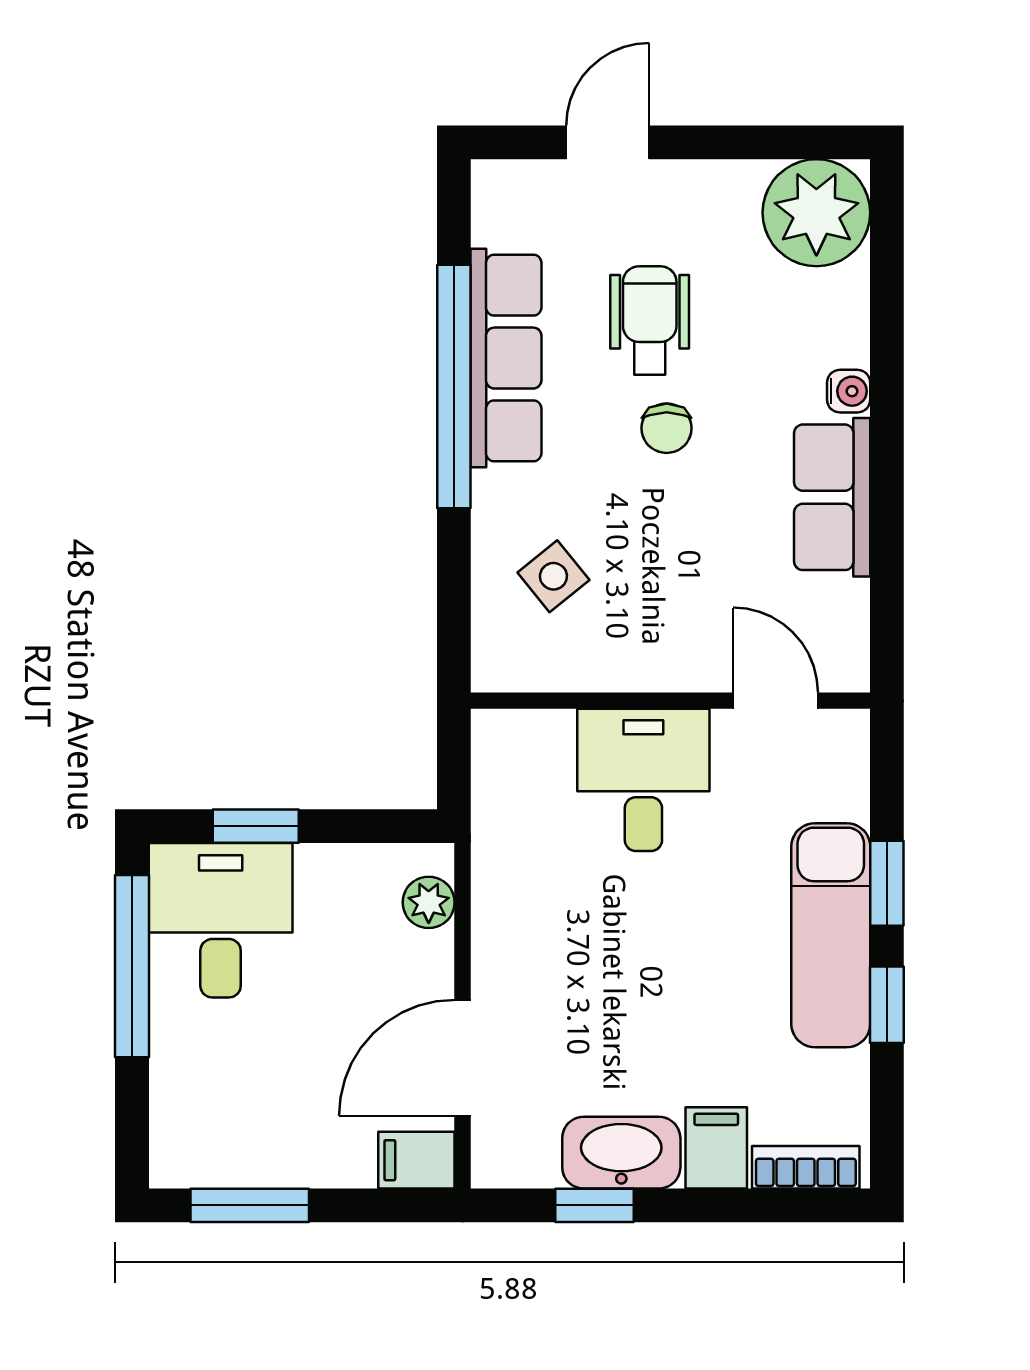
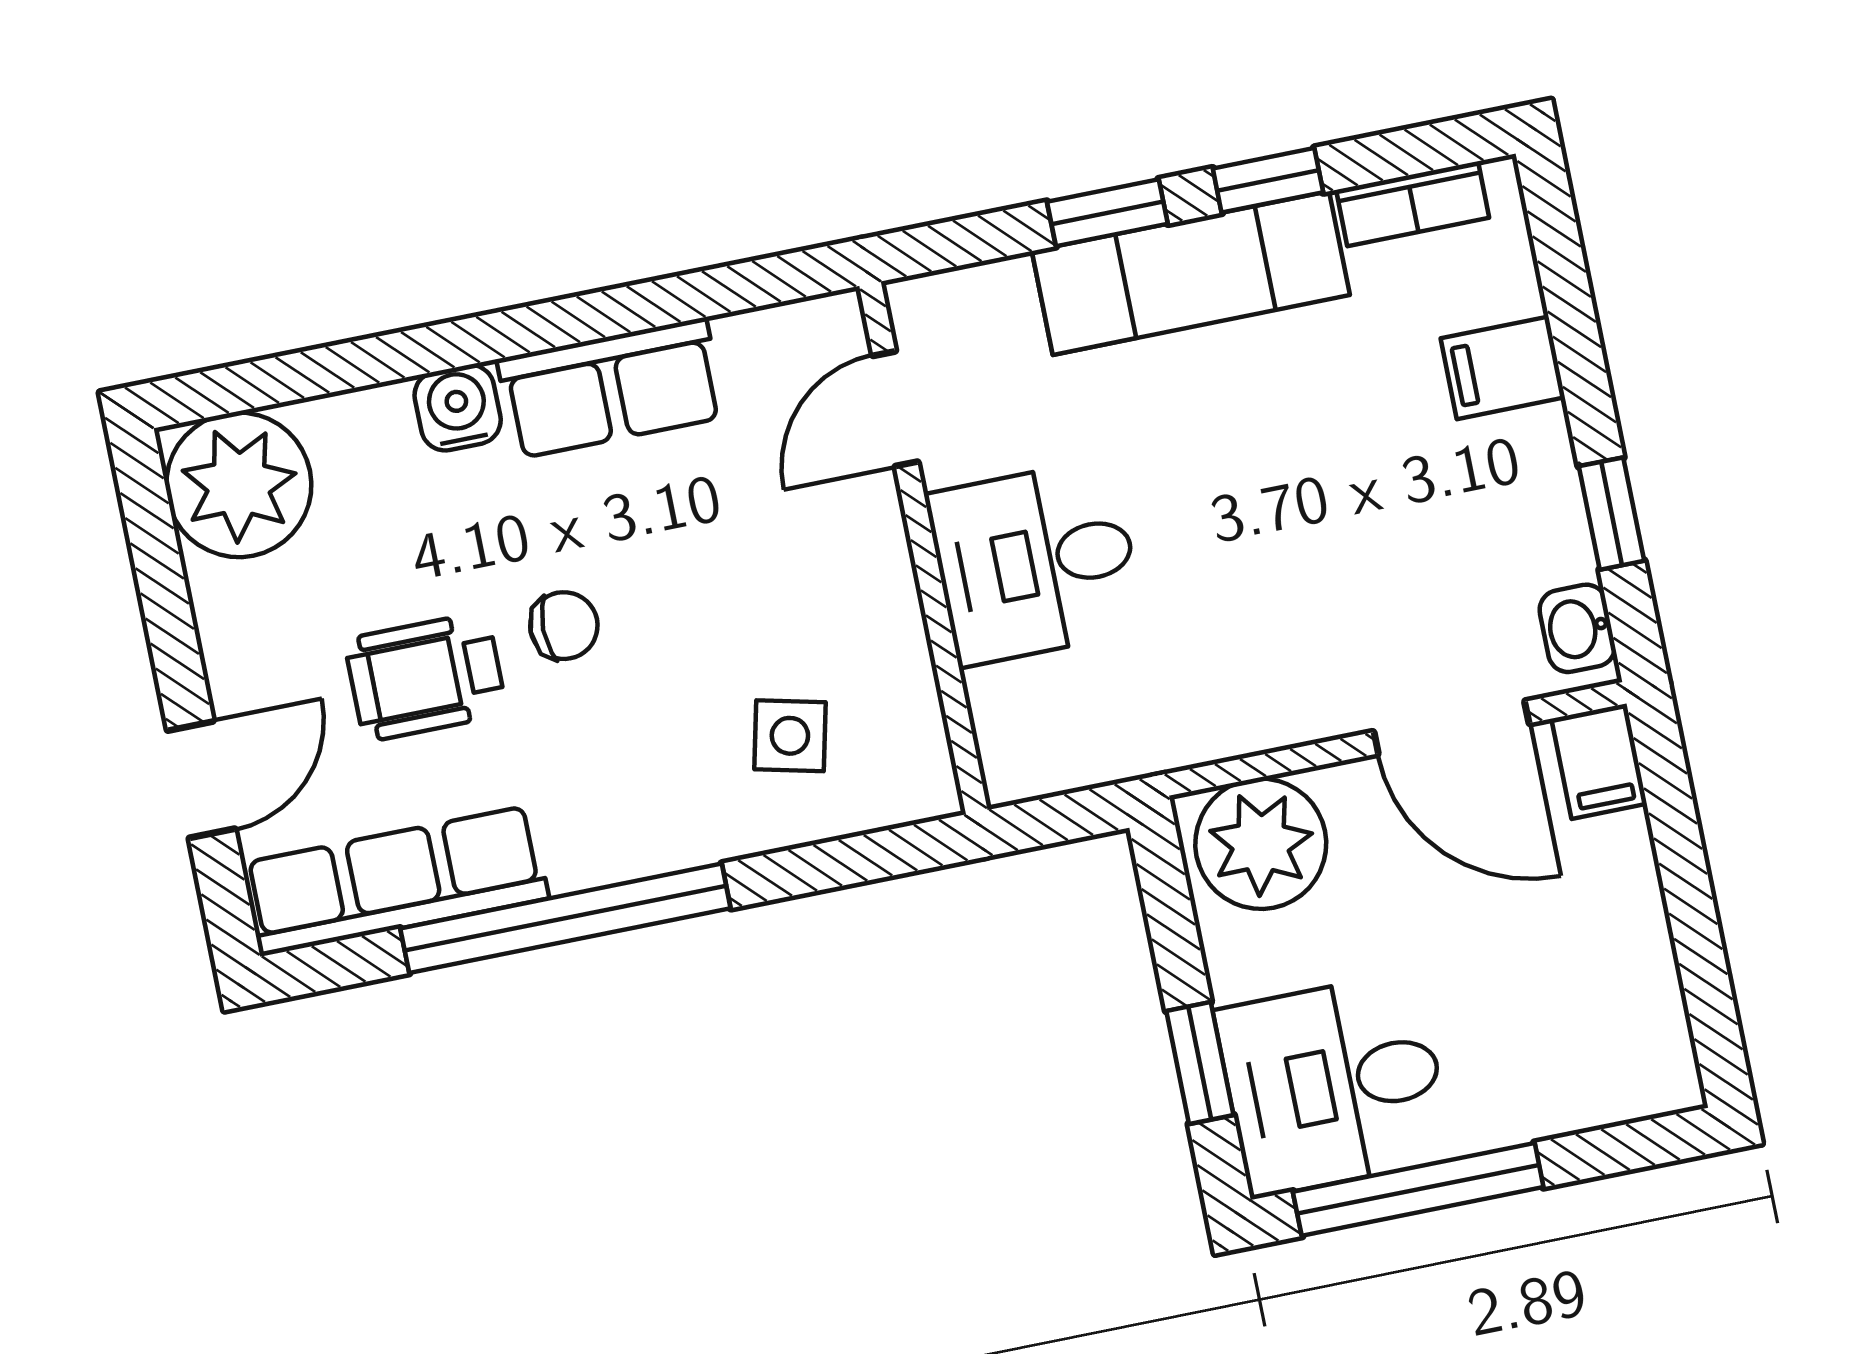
door: (608, 142) -> (201, 780), swing flipped
row of seats: (506, 358) -> (395, 881), moved
water cooler: (849, 391) -> (458, 408), width x1.38, depth x1.38
side table: (553, 576) -> (790, 736), turned -38
plant: (429, 902) -> (1261, 844), width x1.87, depth x1.87
washbasin: (621, 1153) -> (1577, 628), moved, width x0.52, depth x0.69
bookcase: (806, 1167) -> (1413, 204), moved, turned -90
window: (250, 1205) -> (1703, 970), removed

